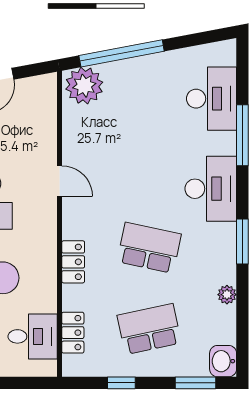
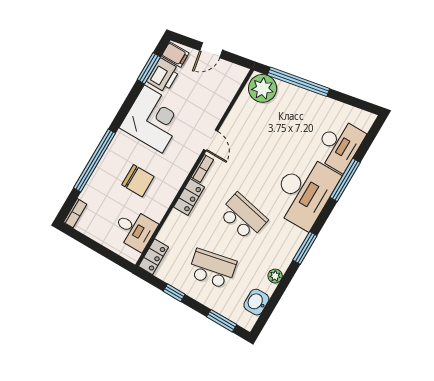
desk: (211, 189) -> (304, 192), width x1.36, depth x1.30
bookcase: (69, 220) -> (202, 168), added
locker: (73, 333) -> (153, 257), moved
washbasin: (223, 361) -> (256, 302), moved

